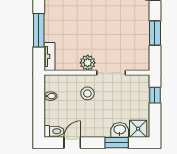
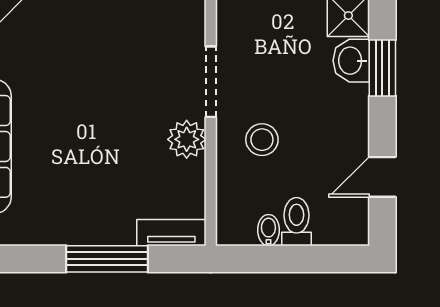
toilet: (54, 131) -> (296, 222), moved
door: (72, 143) -> (382, 177), hinge flipped

